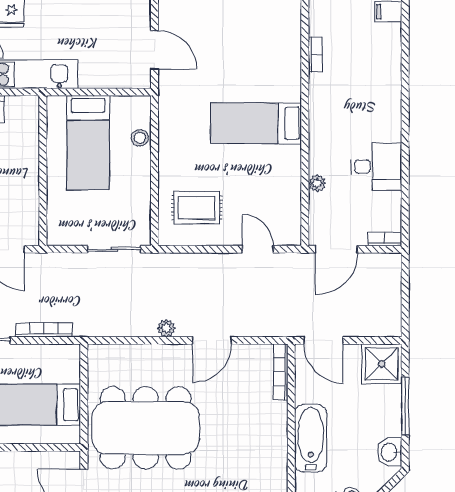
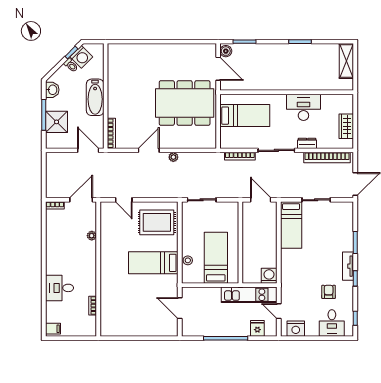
bed: (256, 123) -> (153, 263), moved, turned 180
desk: (376, 167) -> (60, 288), moved
rug: (197, 208) -> (157, 222), width x1.36, depth x1.43
shower: (382, 364) -> (57, 122), moved

